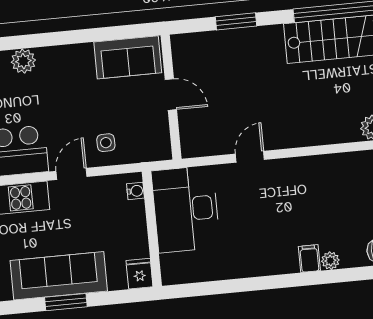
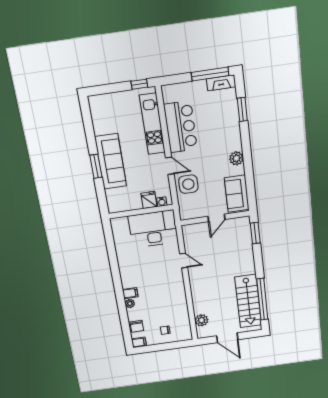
window: (236, 21) -> (255, 233), moved
plant: (23, 61) -> (236, 158), moved
side table: (106, 143) -> (188, 184), width x1.87, depth x1.87
fridge: (139, 274) -> (149, 200), moved, turned -90

